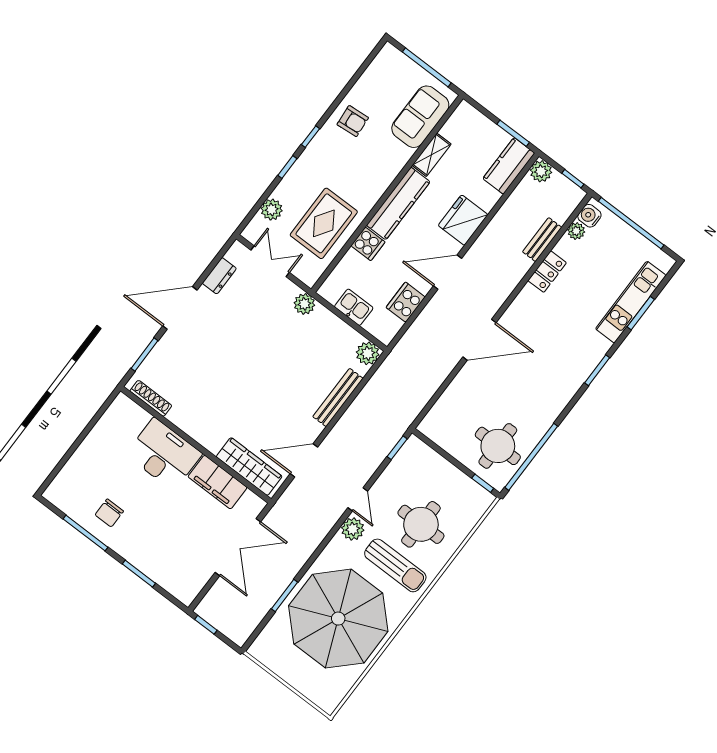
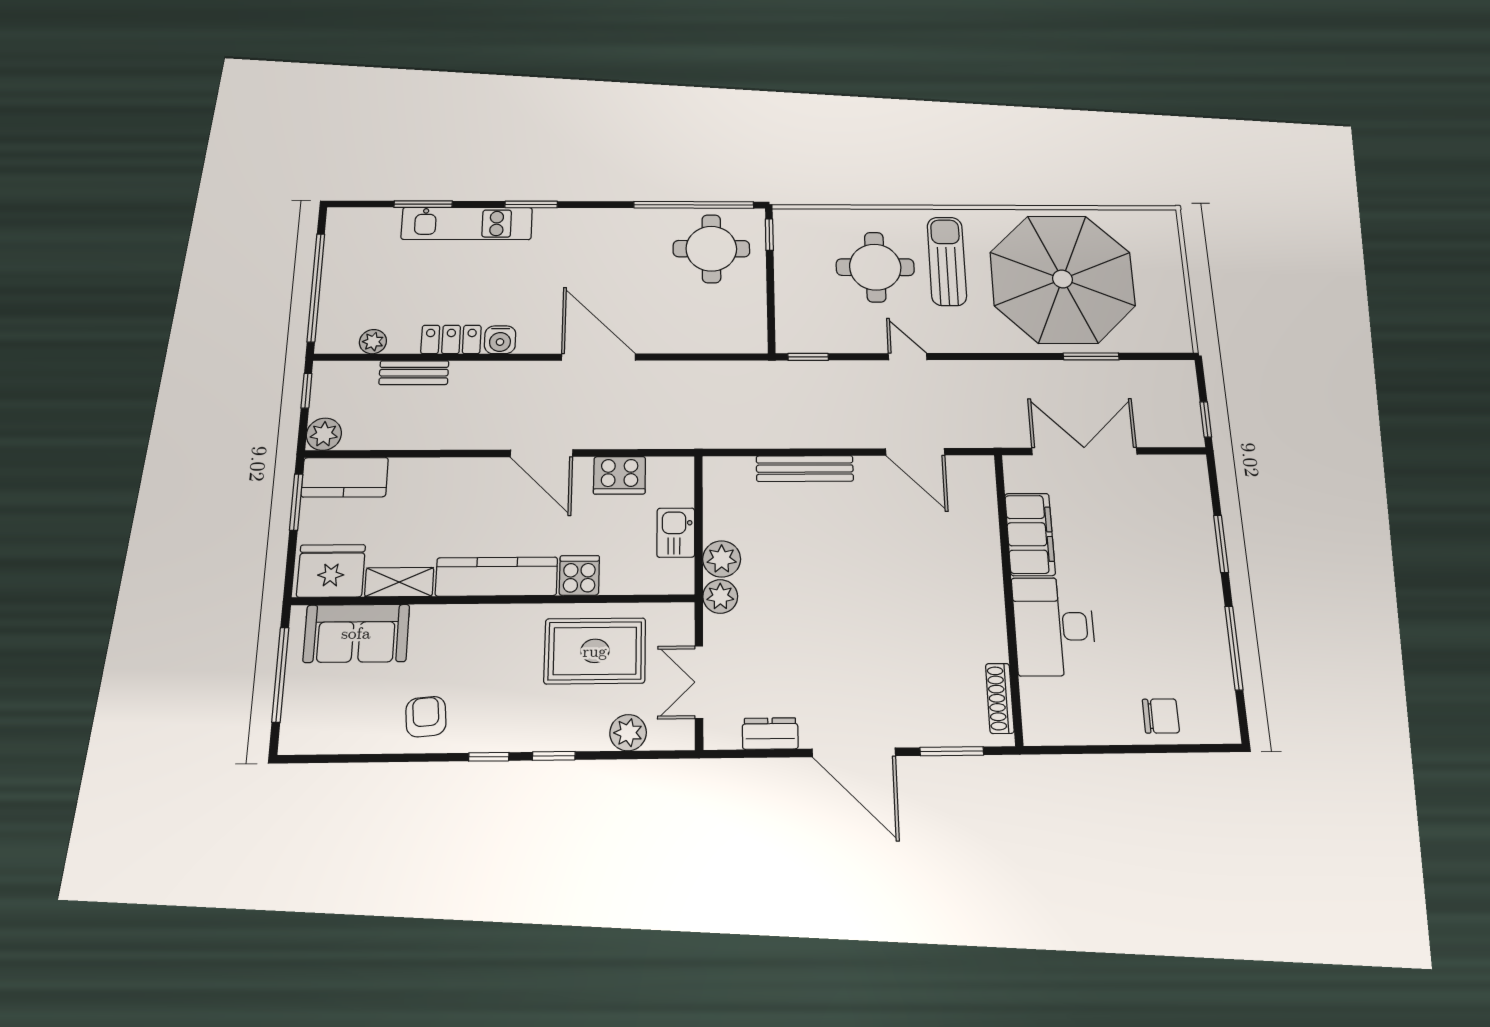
water cooler: (589, 216) -> (500, 340), moved
fridge: (463, 220) -> (331, 571), moved, turned 180
kitchen unit: (631, 302) -> (467, 223), moved
plant: (368, 353) -> (722, 559), moved
wardrobe: (249, 467) -> (978, 511), removed
door: (358, 499) -> (908, 357), hinge flipped
chair: (109, 513) -> (1161, 716), moved
plant: (353, 529) -> (947, 337), removed

